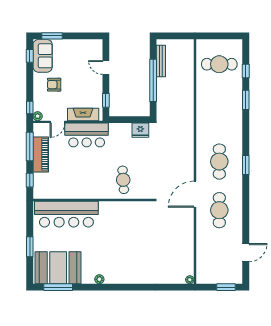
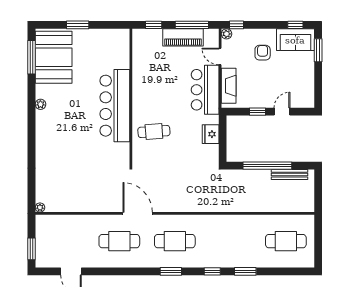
cafe table: (219, 64) -> (286, 241), turned 90
window: (246, 71) -> (212, 271), moved
window: (106, 100) -> (258, 112), moved
fridge: (140, 130) -> (211, 134), moved
bar counter: (66, 214) -> (115, 106), moved

